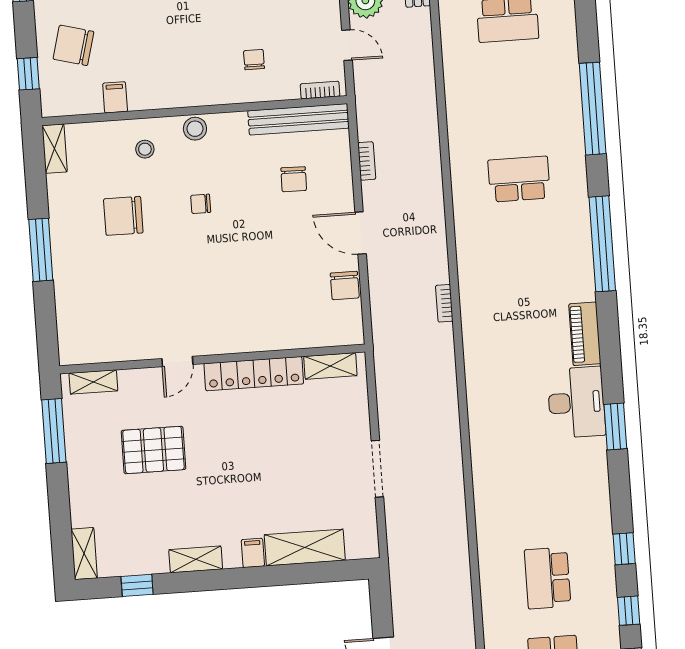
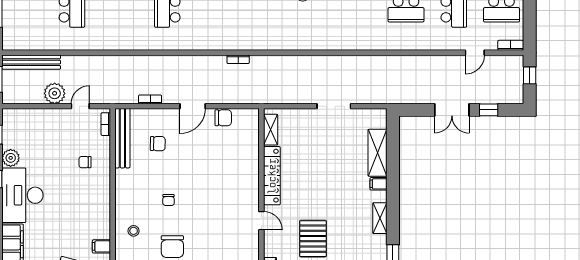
stool: (195, 129) -> (124, 200), removed

